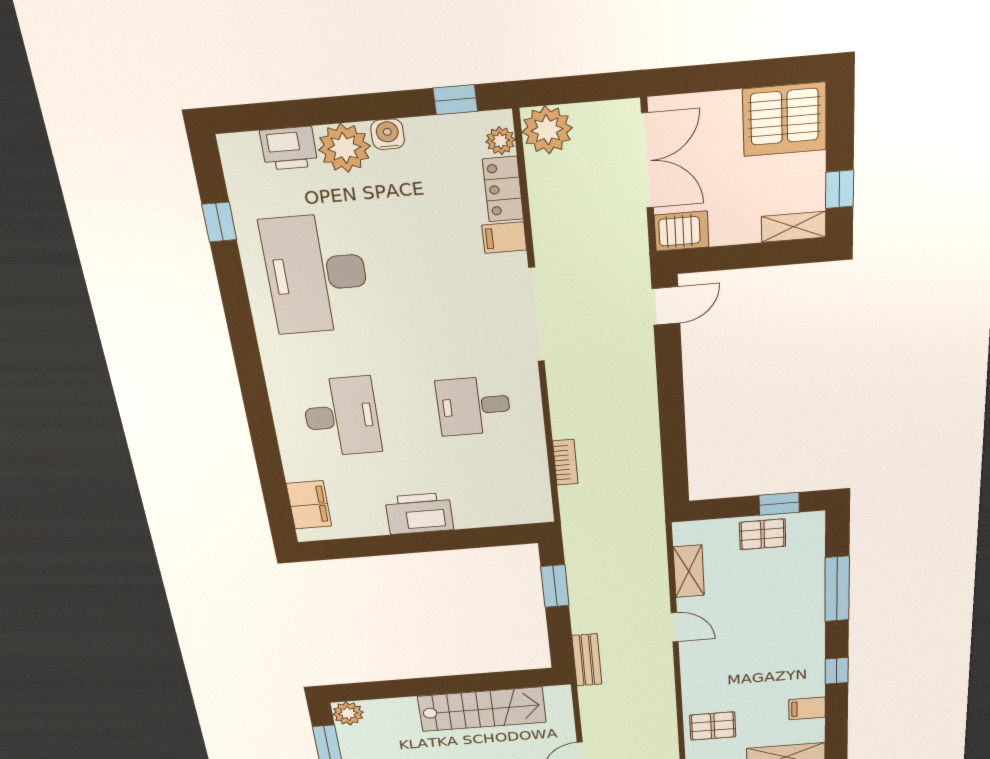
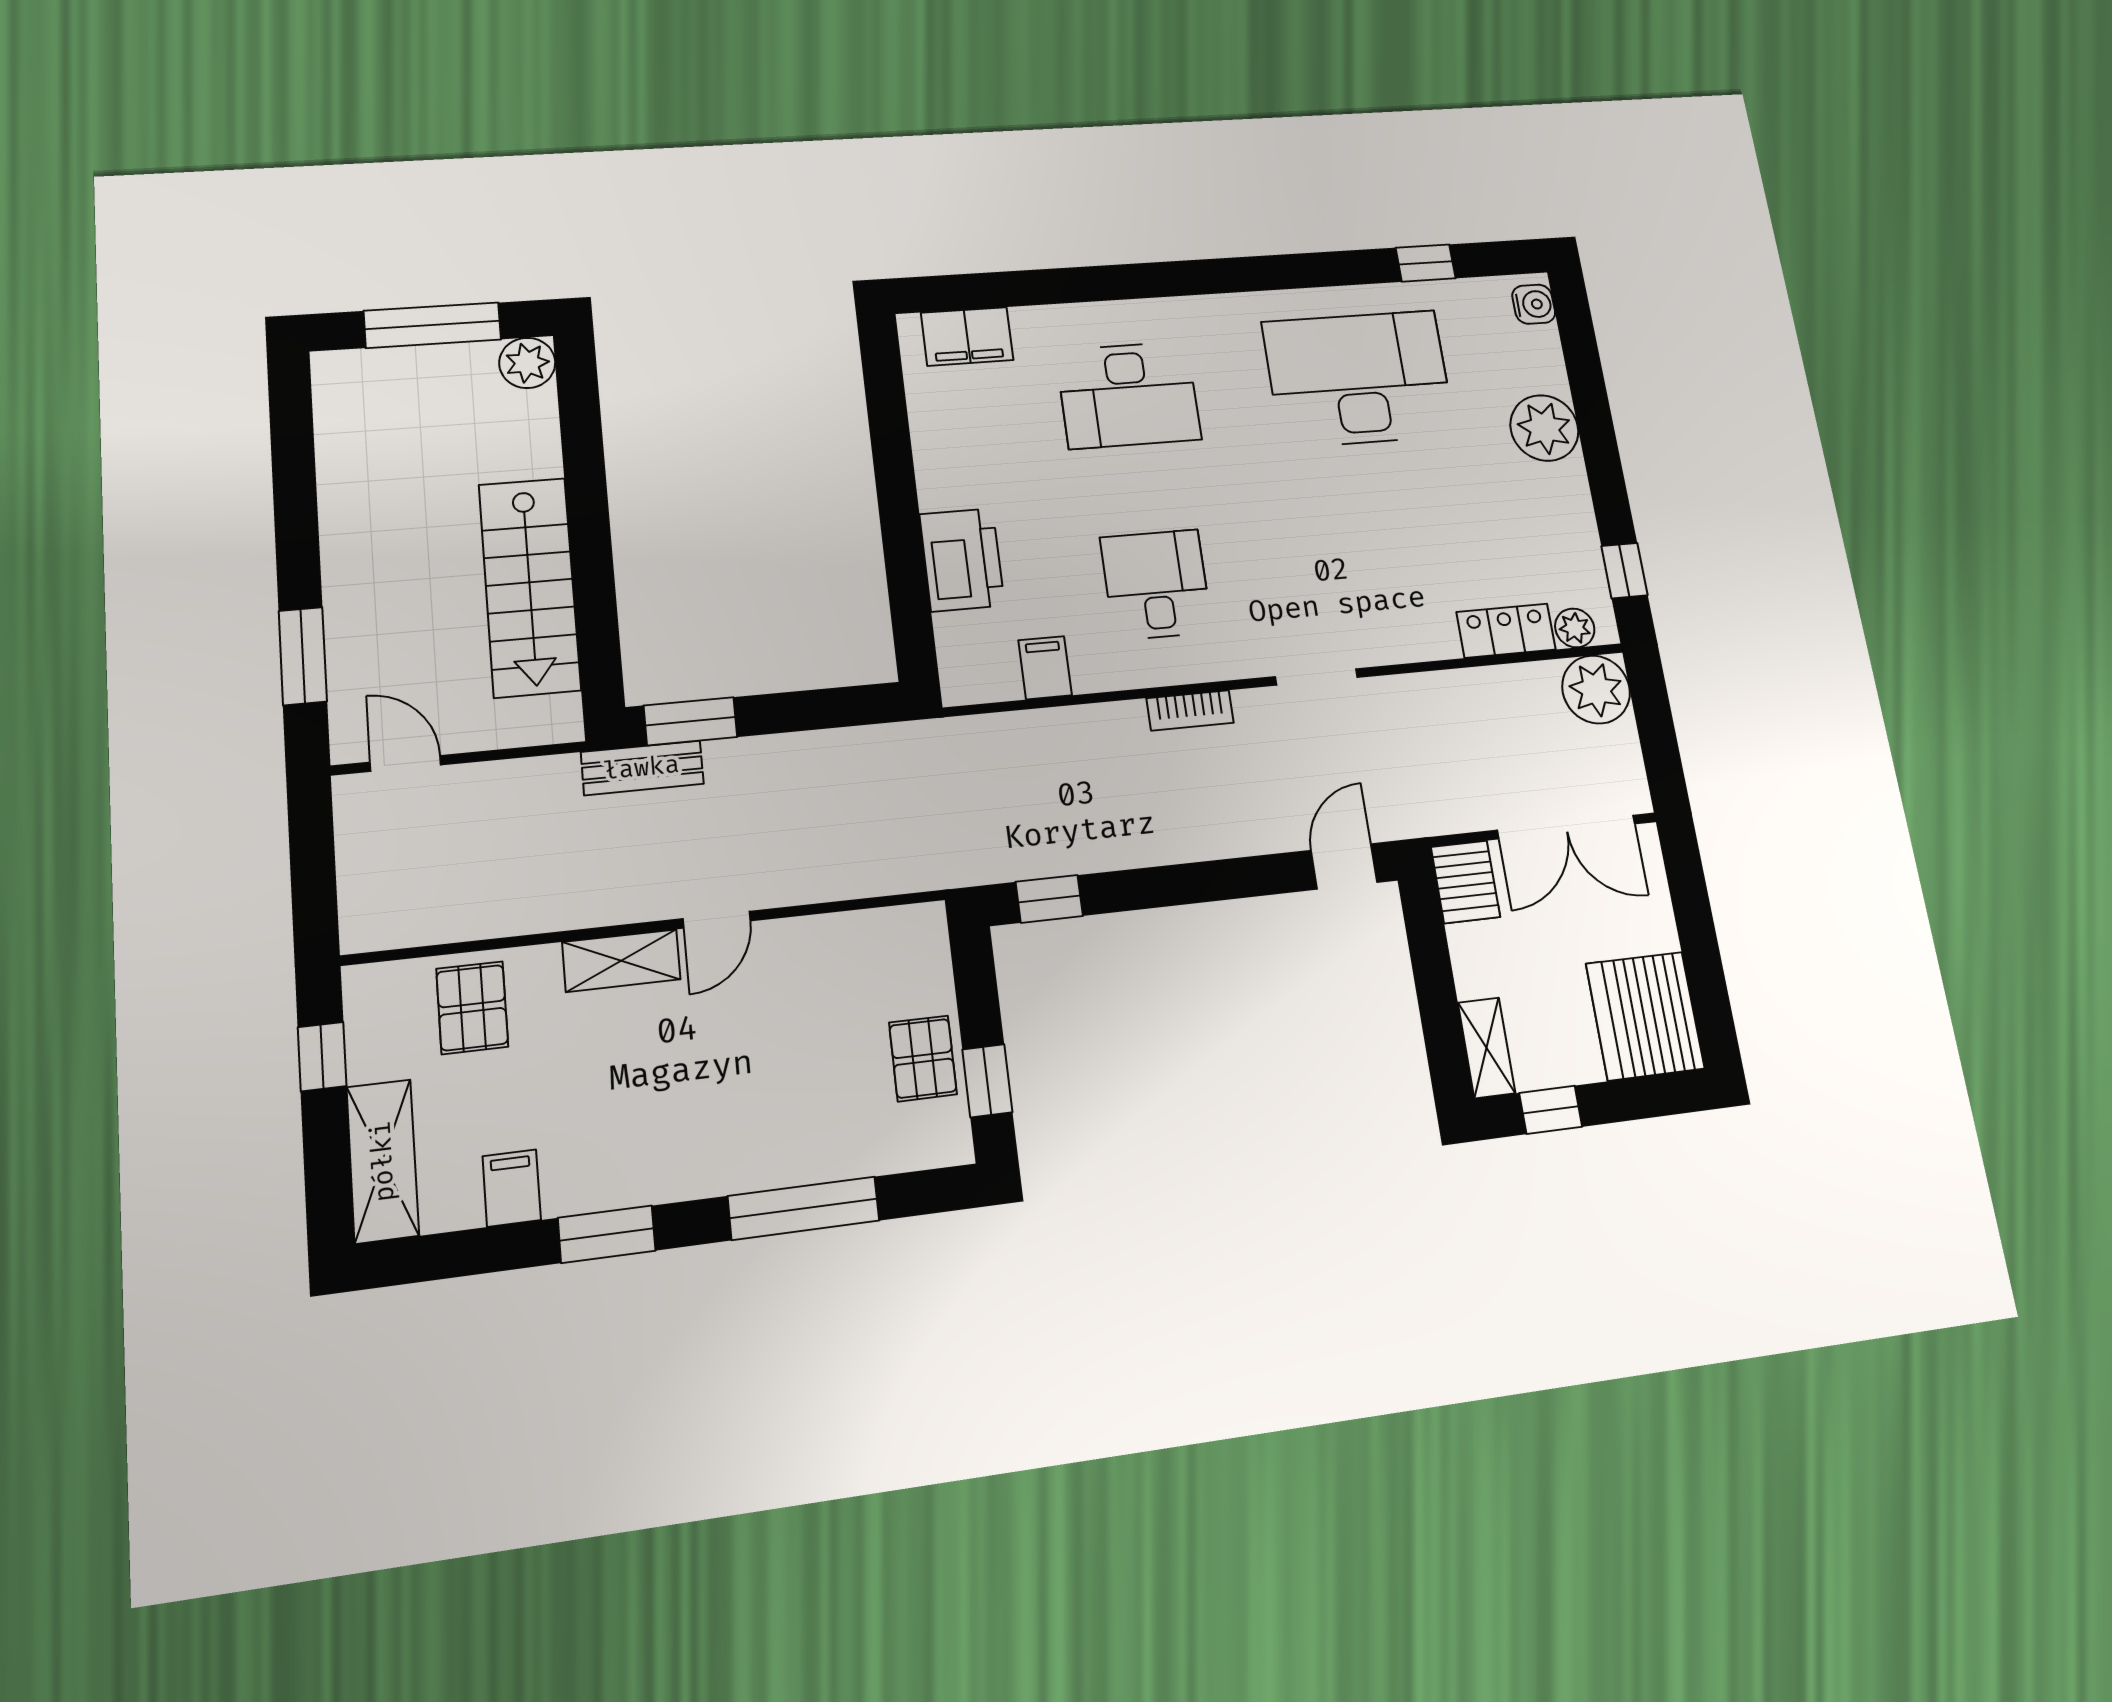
water cooler: (388, 134) -> (1534, 304), moved
printer: (289, 148) -> (1537, 359), removed
filing cabinet: (504, 238) -> (1045, 668), moved
door: (666, 306) -> (1344, 866), swing flipped
doorway: (537, 315) -> (1316, 677), width x0.53
bookcase: (565, 462) -> (1190, 710), moved
window: (675, 470) -> (1049, 899), added
printer: (419, 513) -> (962, 560), moved
shelving: (689, 571) -> (621, 961), moved
window: (555, 586) -> (690, 721), moved
window: (837, 671) -> (607, 1234), width x1.50

